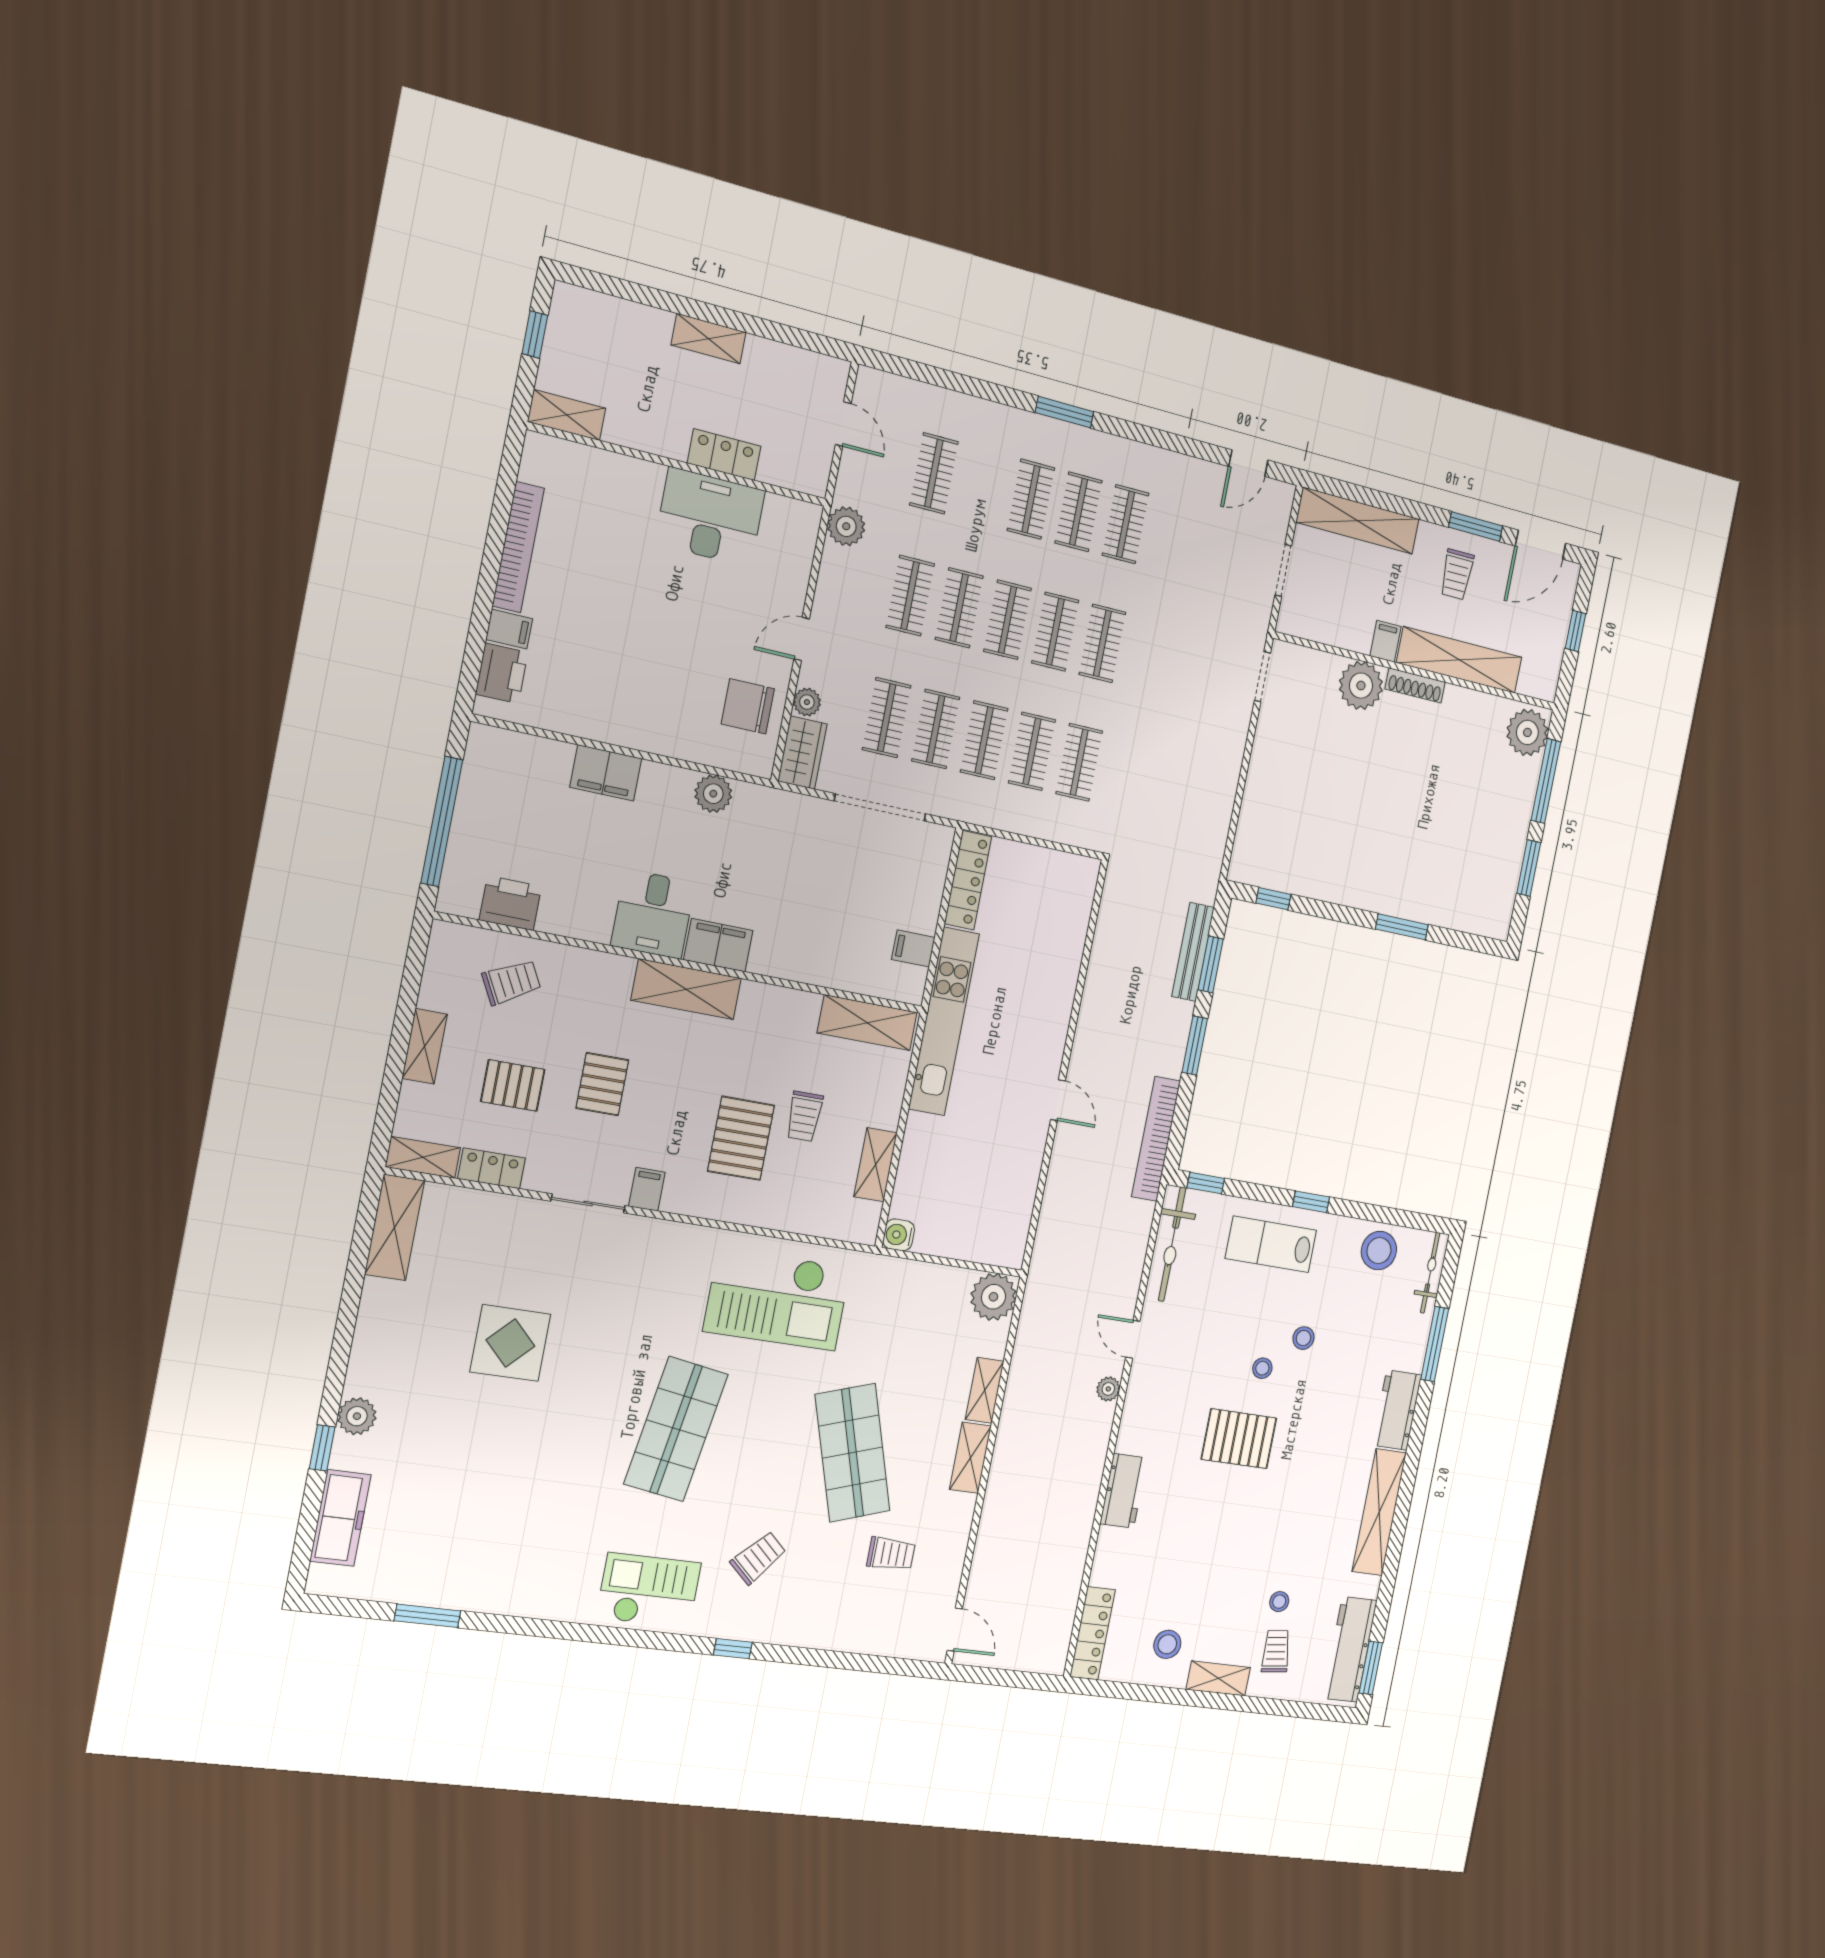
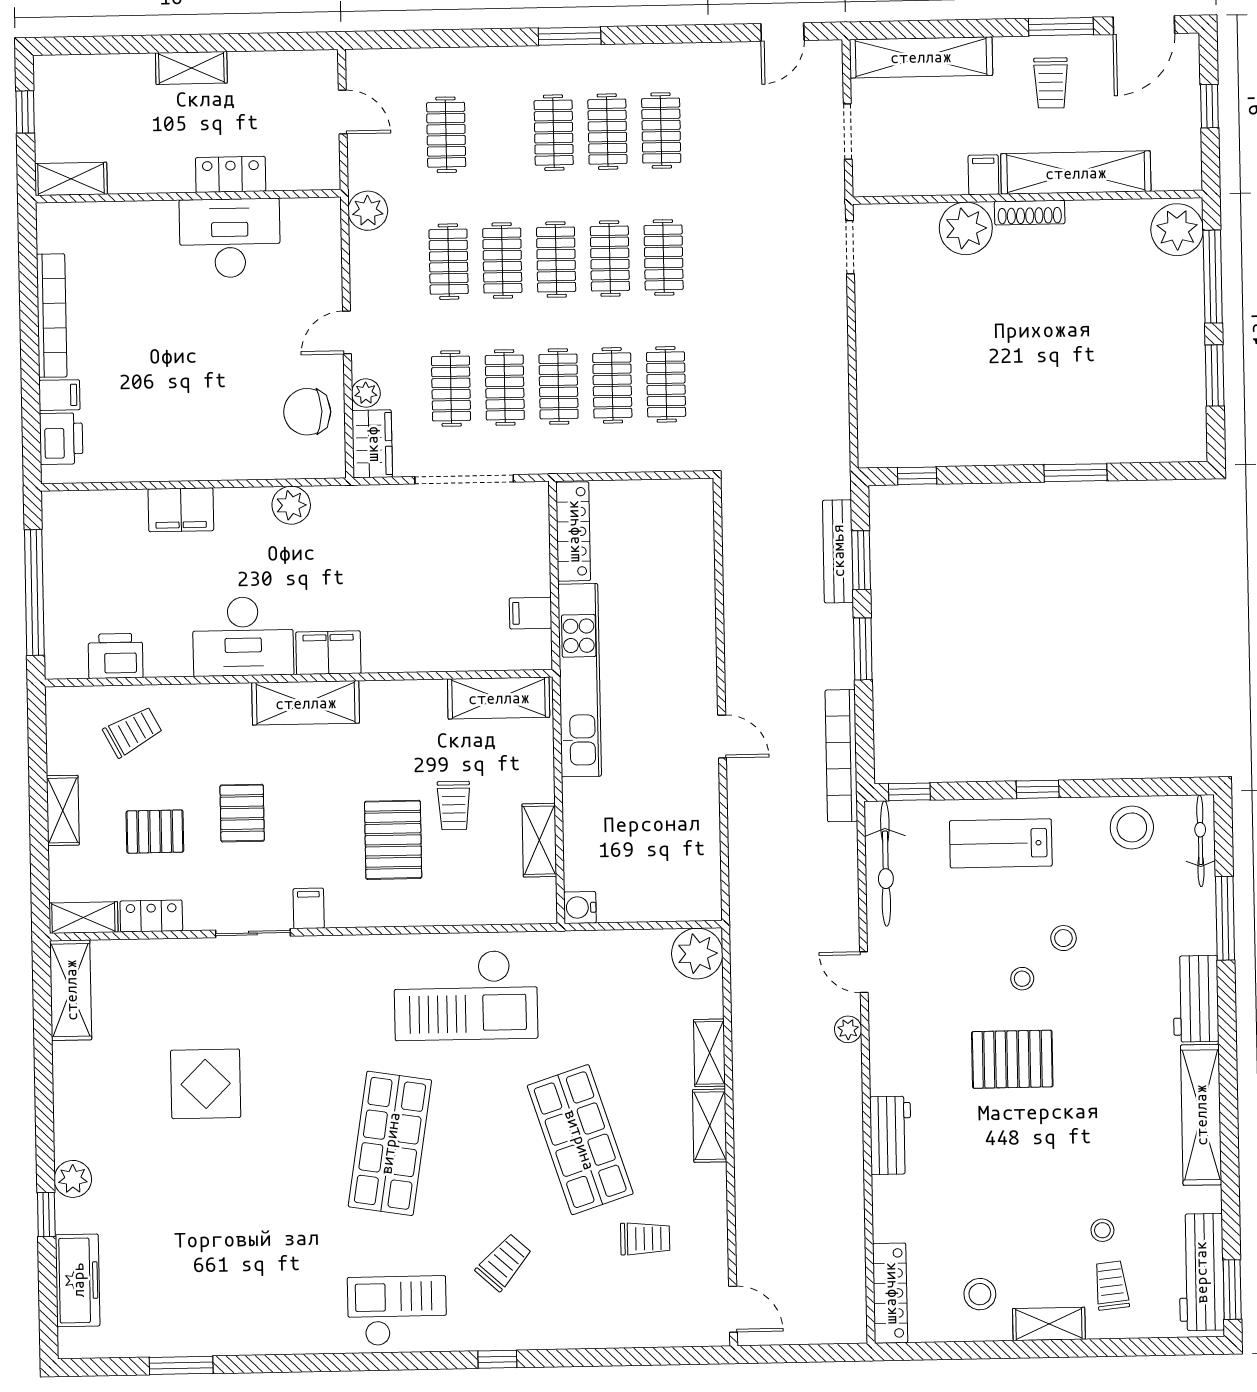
desk: (653, 914) -> (243, 637), width x1.37

